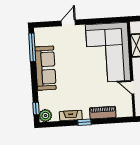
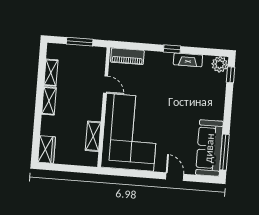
door: (68, 23) -> (175, 177), swing flipped
sofa: (46, 68) -> (209, 148), moved
piano: (103, 113) -> (127, 56), moved

